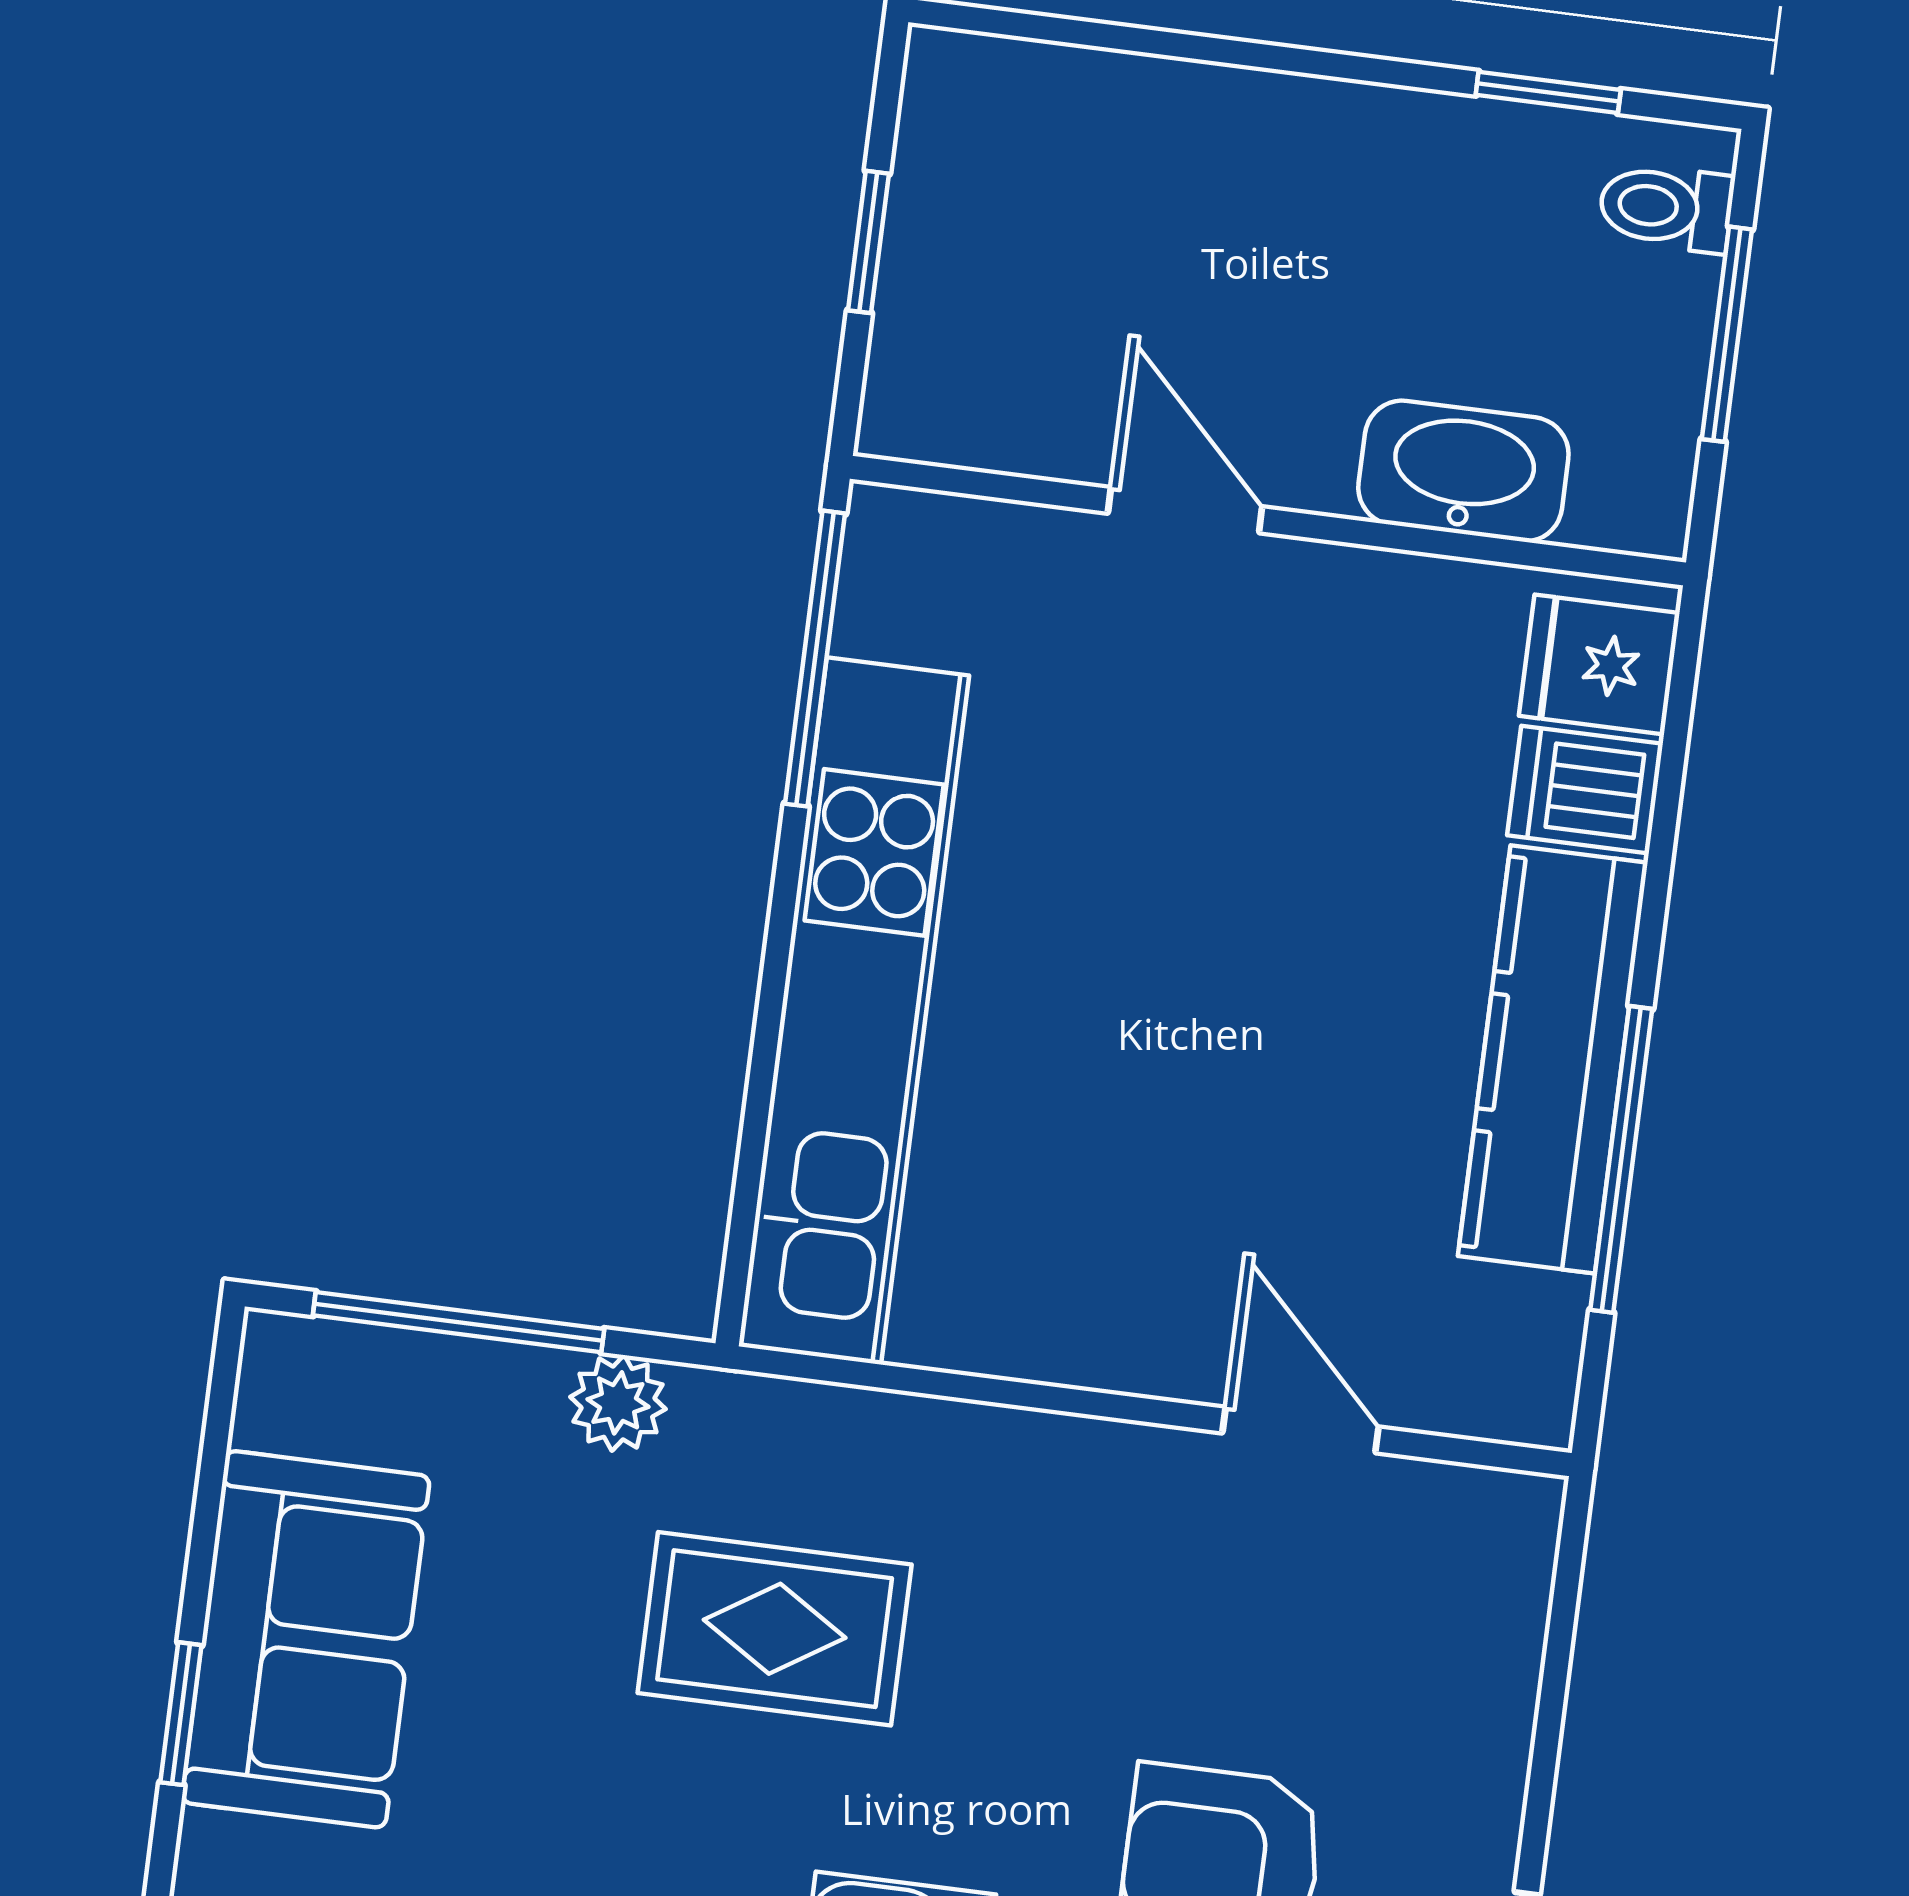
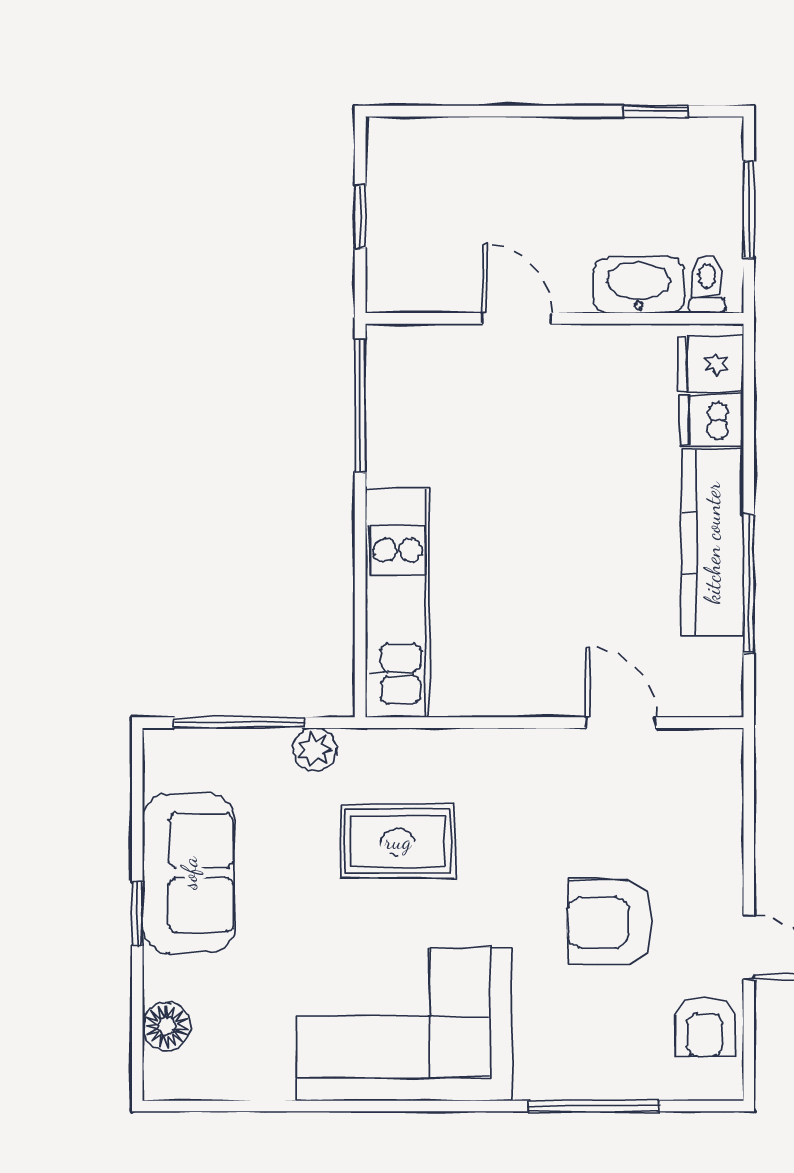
toilet: (1666, 208) -> (707, 284), moved, turned 90
kitchen unit: (854, 1011) -> (398, 603), width x0.73

